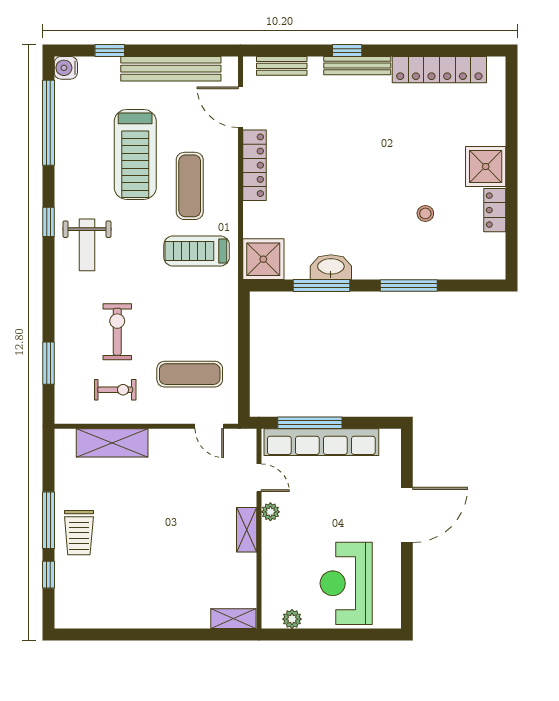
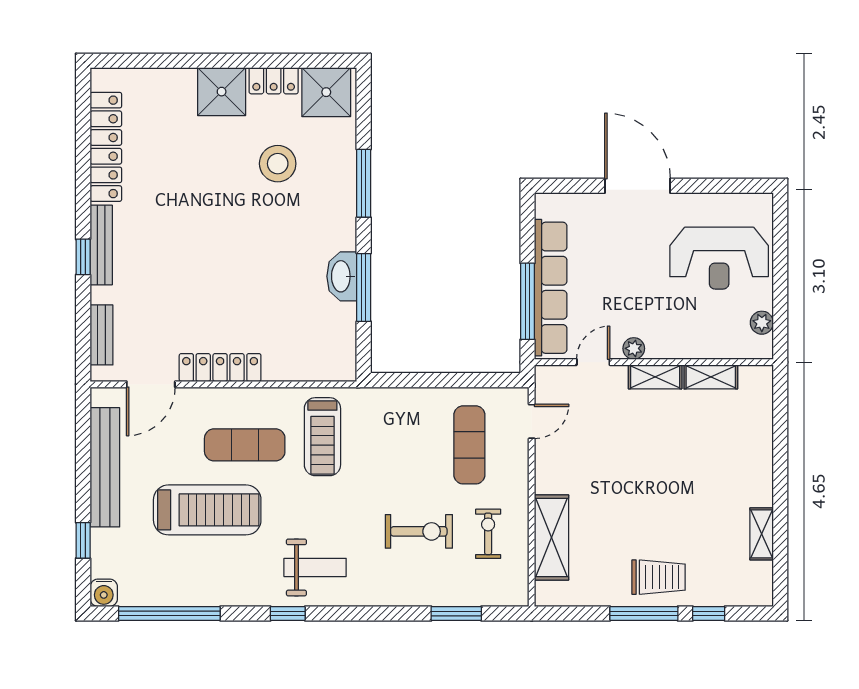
stool: (425, 213) -> (278, 164), width x1.89, depth x1.89
shower: (263, 259) -> (326, 92), moved
exercise bike: (117, 332) -> (419, 531), turned 180
shelving: (115, 619) -> (762, 534), added
shelving: (233, 619) -> (711, 377), moved, turned 90

